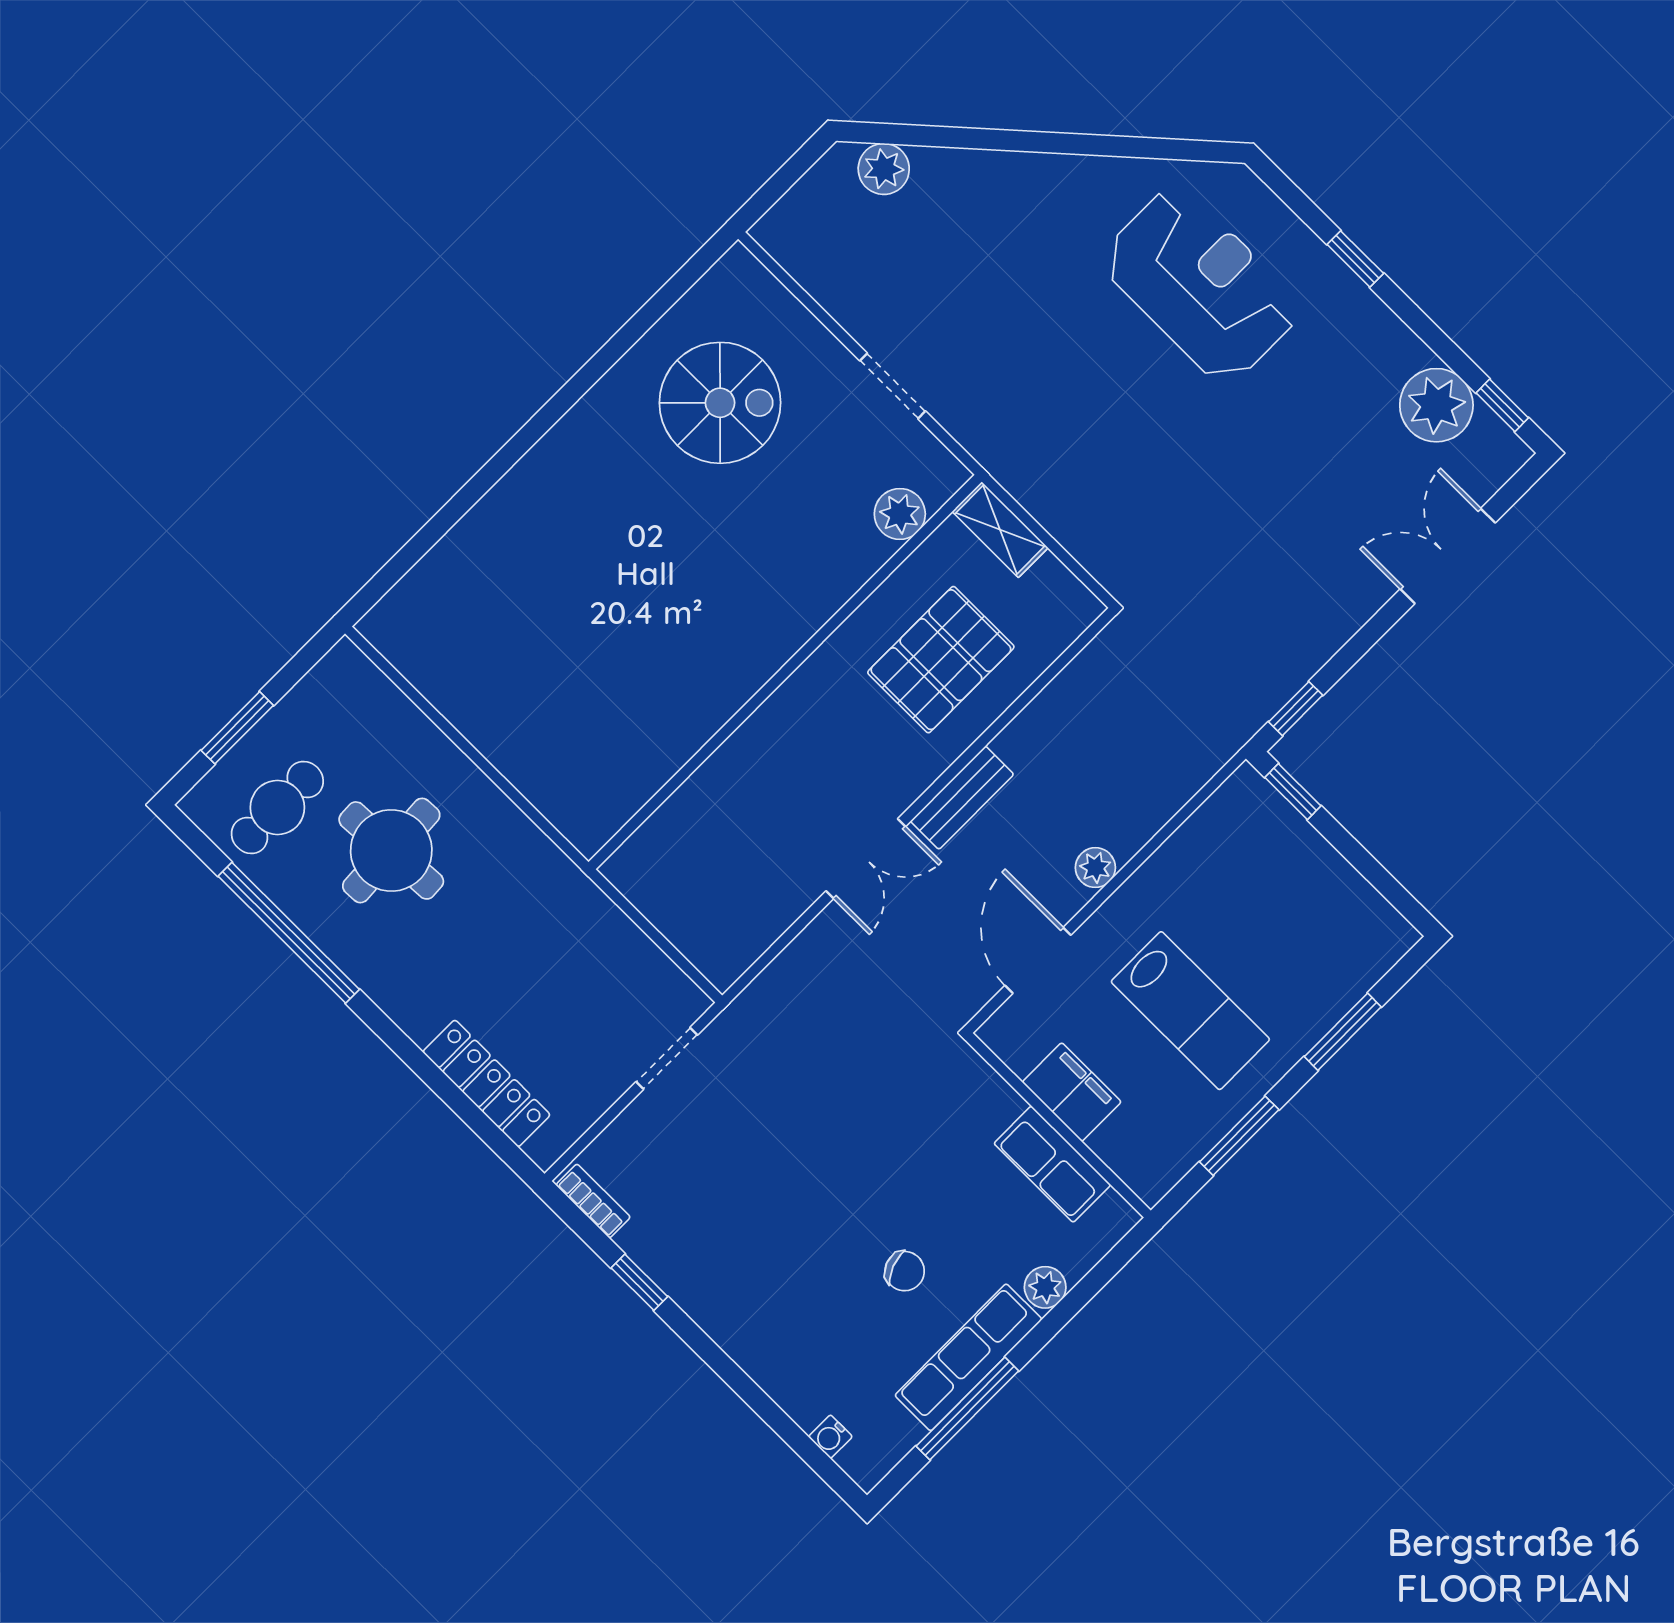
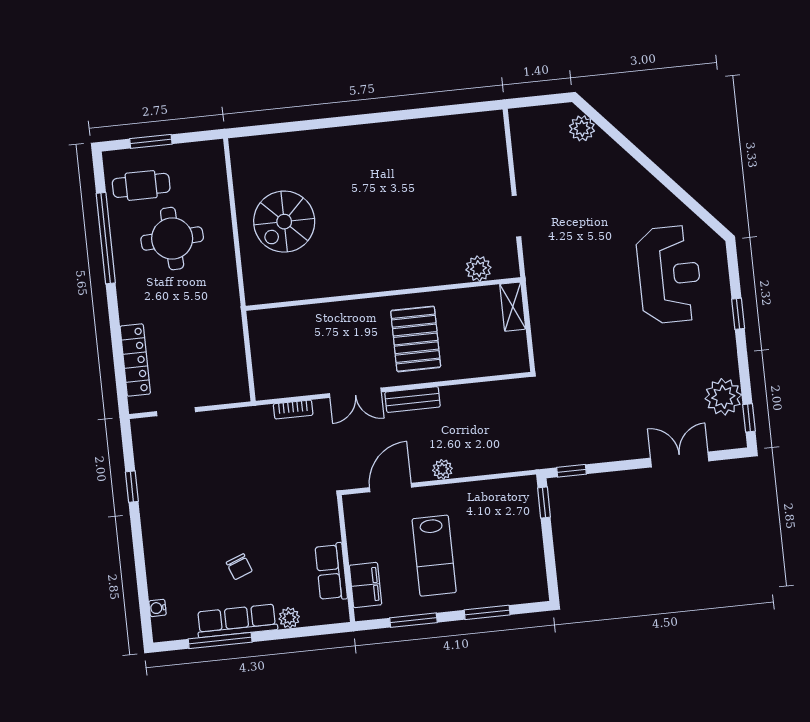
spiral stairs: (720, 403) -> (284, 222), moved, turned 90
pallet: (941, 660) -> (416, 339), moved, turned 90
doorway: (667, 1058) -> (176, 412), moved
filing cabinet: (1072, 1092) -> (365, 585), moved
bookcase: (593, 1201) -> (293, 409), moved, turned 90

